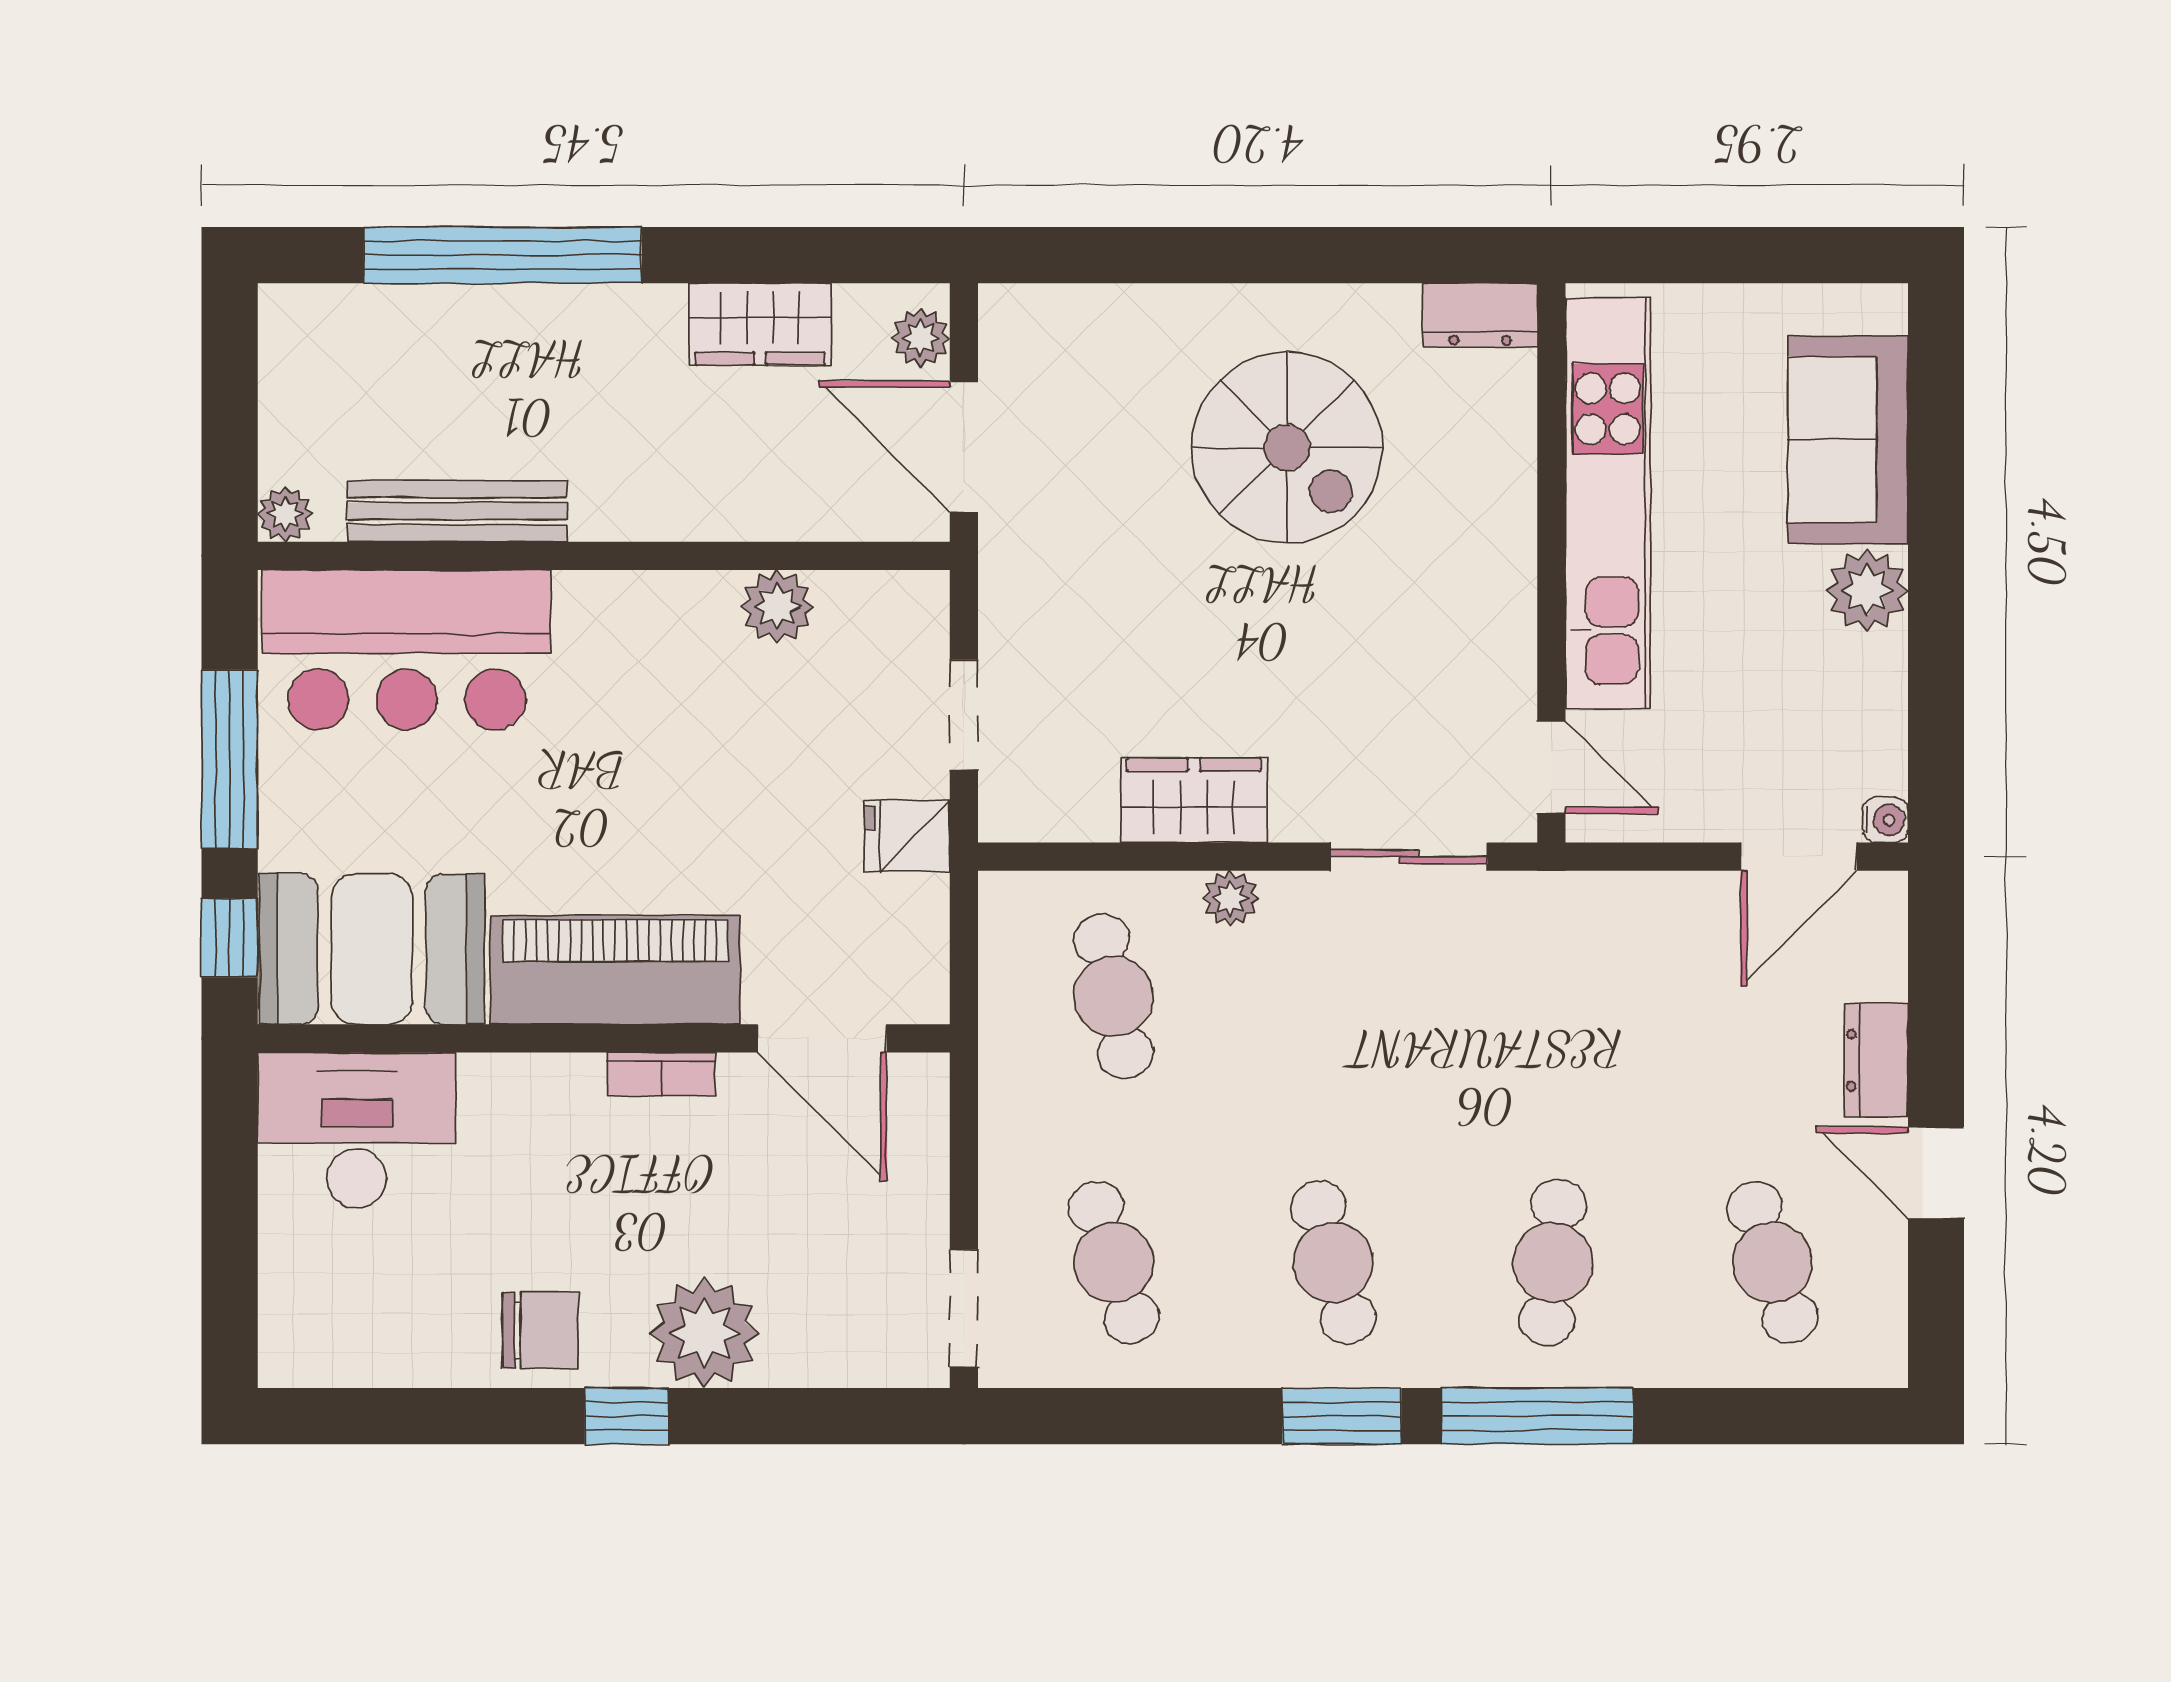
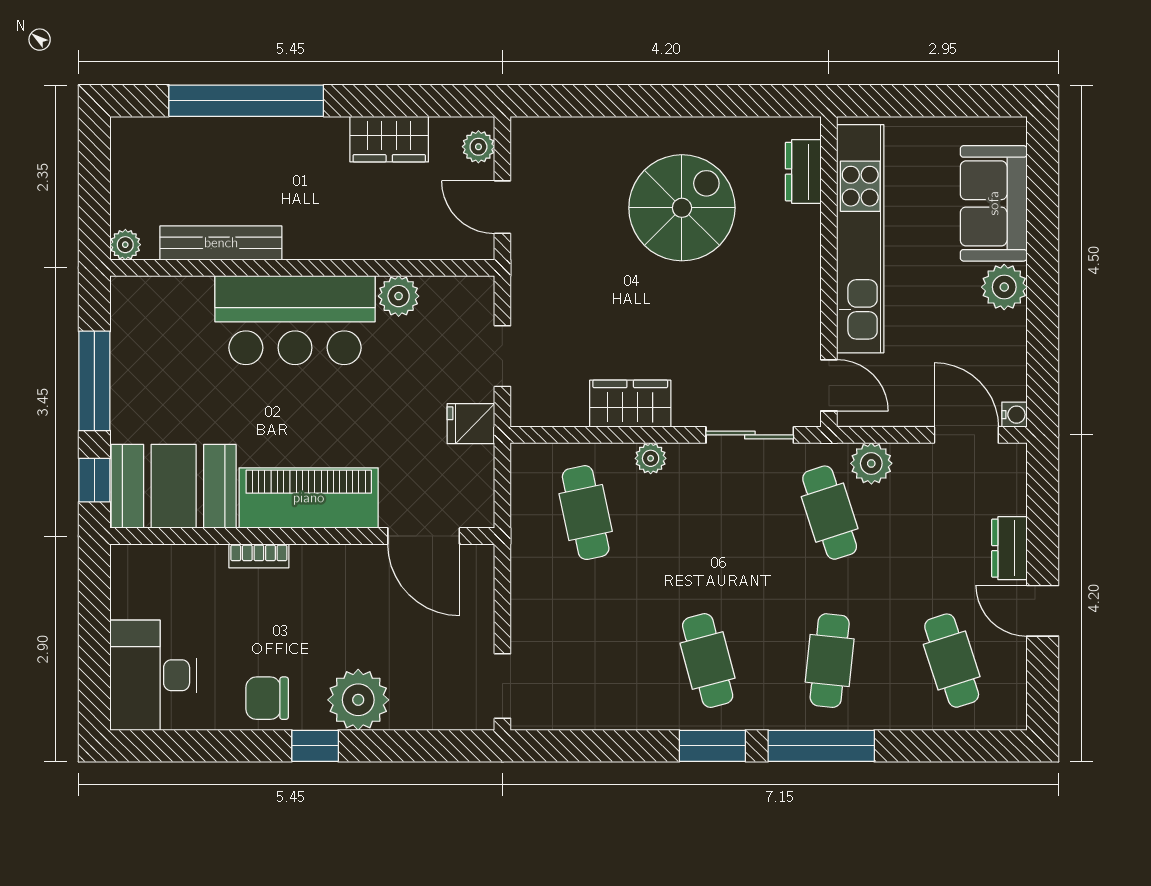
dresser: (1480, 315) -> (803, 172), moved, turned 90
door: (964, 446) -> (502, 207), width x0.73
spiral stairs: (1287, 448) -> (682, 208), turned -90
bar counter: (407, 650) -> (295, 320), moved
door: (1799, 857) -> (966, 435), swing flipped
plant: (1628, 908) -> (871, 463), added
bookcase: (662, 1074) -> (259, 556), moved
desk: (357, 1130) -> (153, 675), moved, turned -90
cafe table: (1114, 1262) -> (830, 513), moved
chair: (540, 1330) -> (267, 698), turned 180

